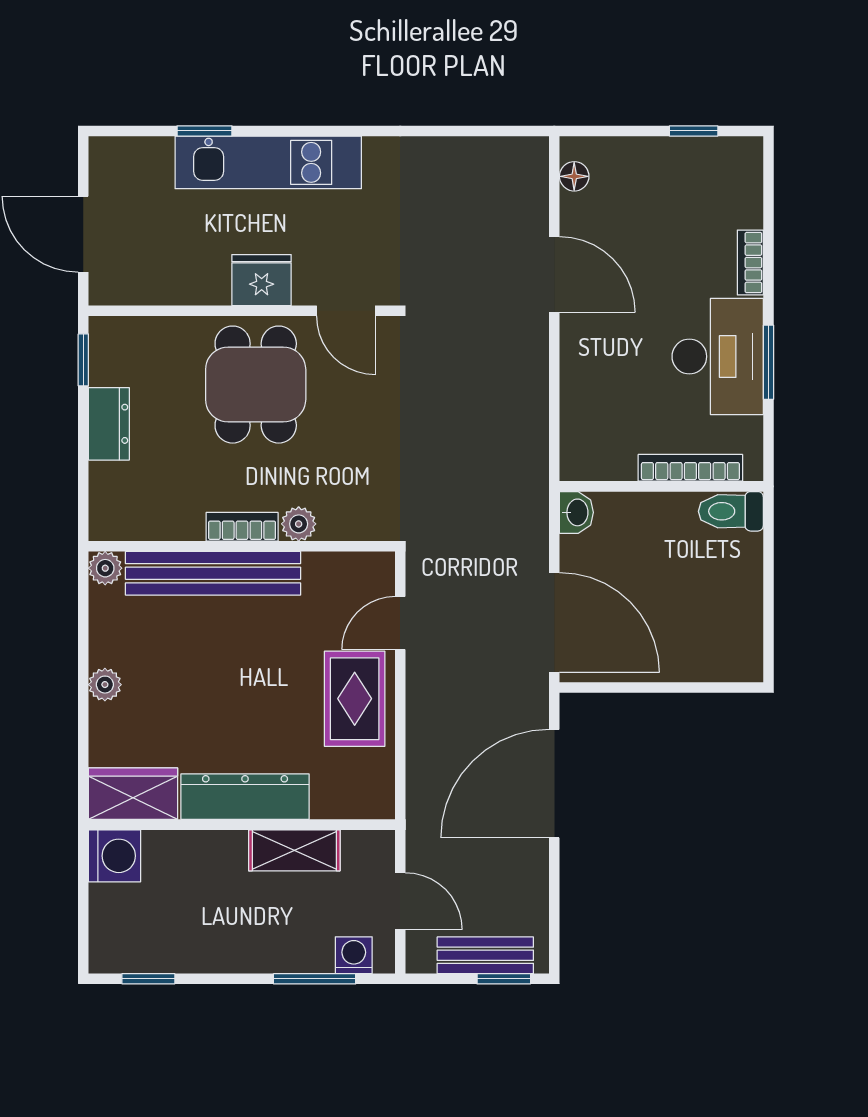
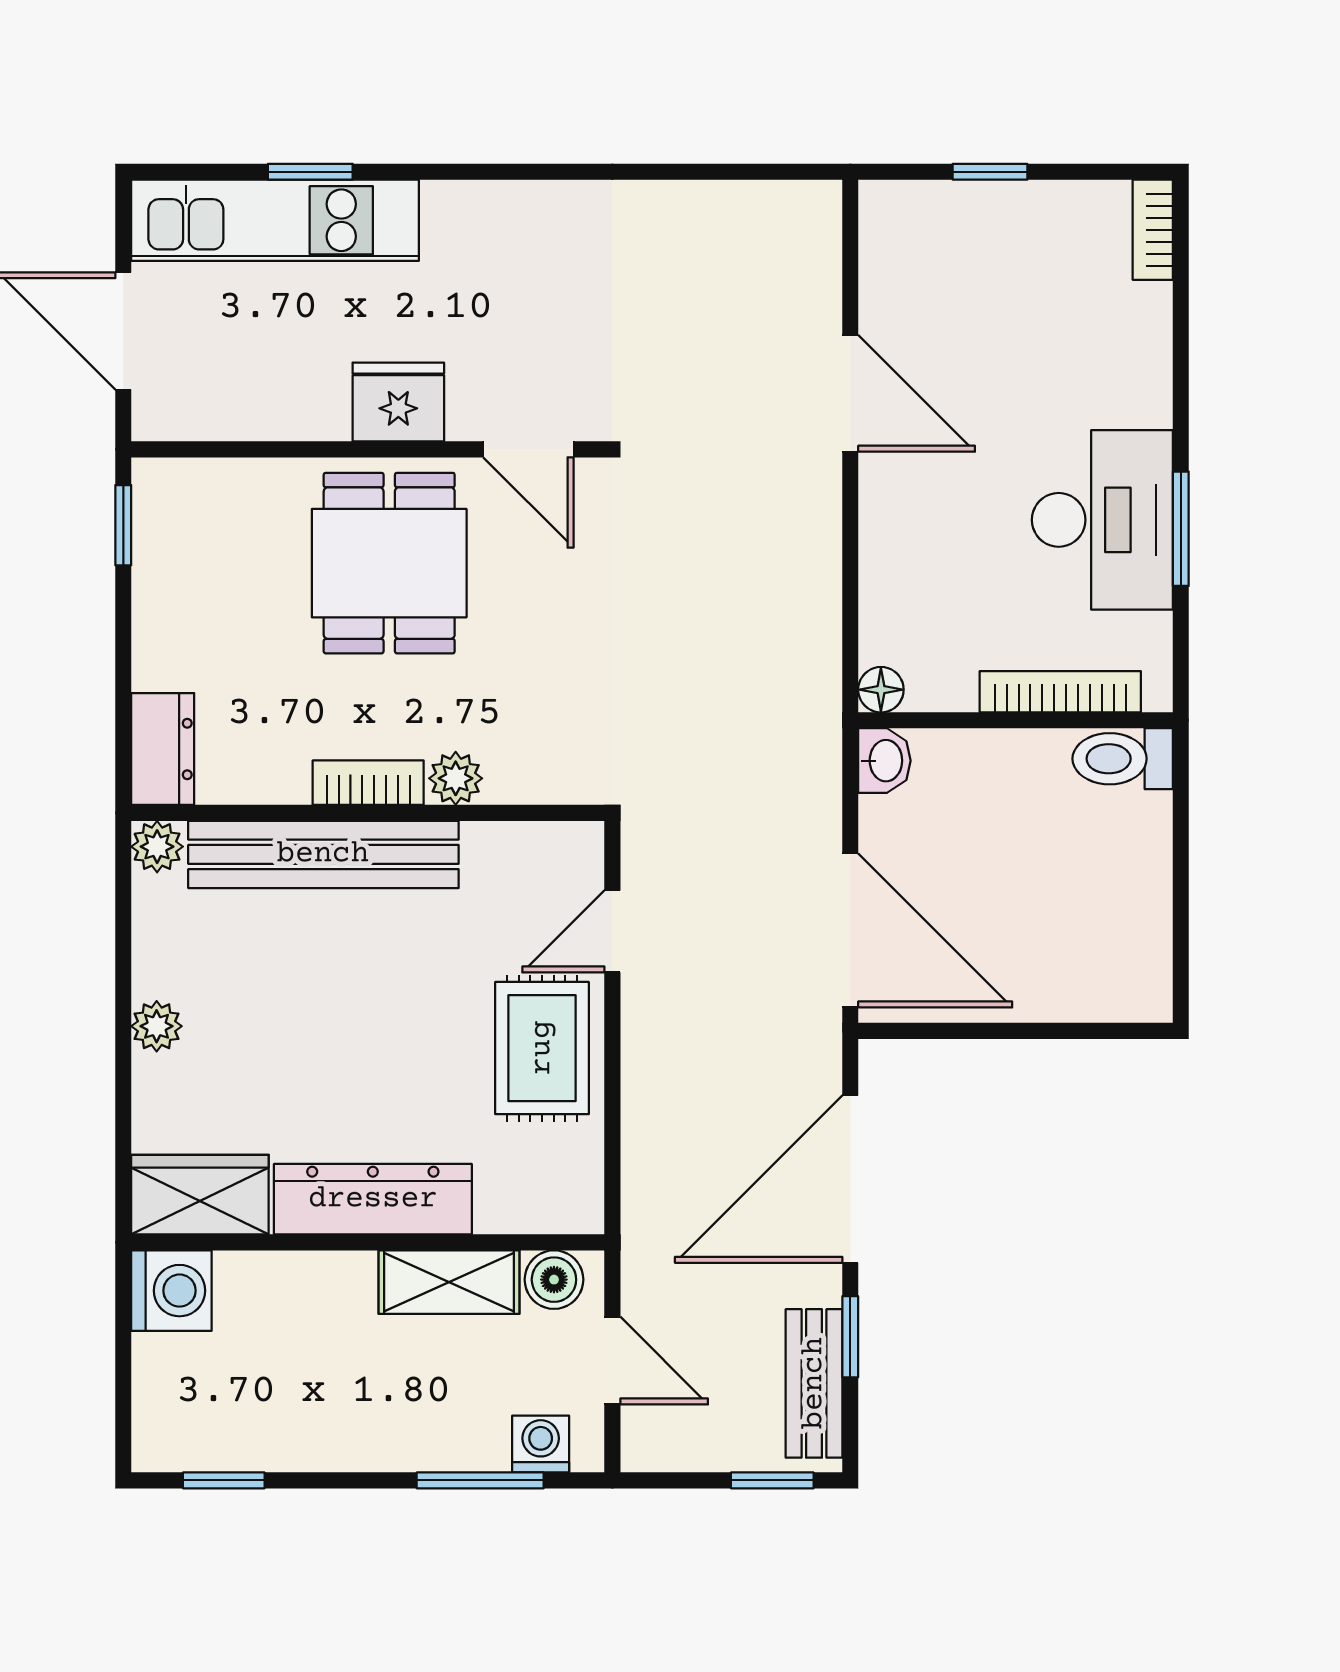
window: (694, 131) -> (990, 172), moved
kitchen unit: (268, 162) -> (275, 220), moved
floor lamp: (574, 176) -> (881, 690), moved
bookcase: (750, 263) -> (1153, 230), moved
dresser: (109, 424) -> (163, 749), moved
boiler: (362, 849) -> (554, 1280), added
window: (554, 886) -> (850, 1337), added
bench: (485, 955) -> (814, 1383), moved, turned 90

